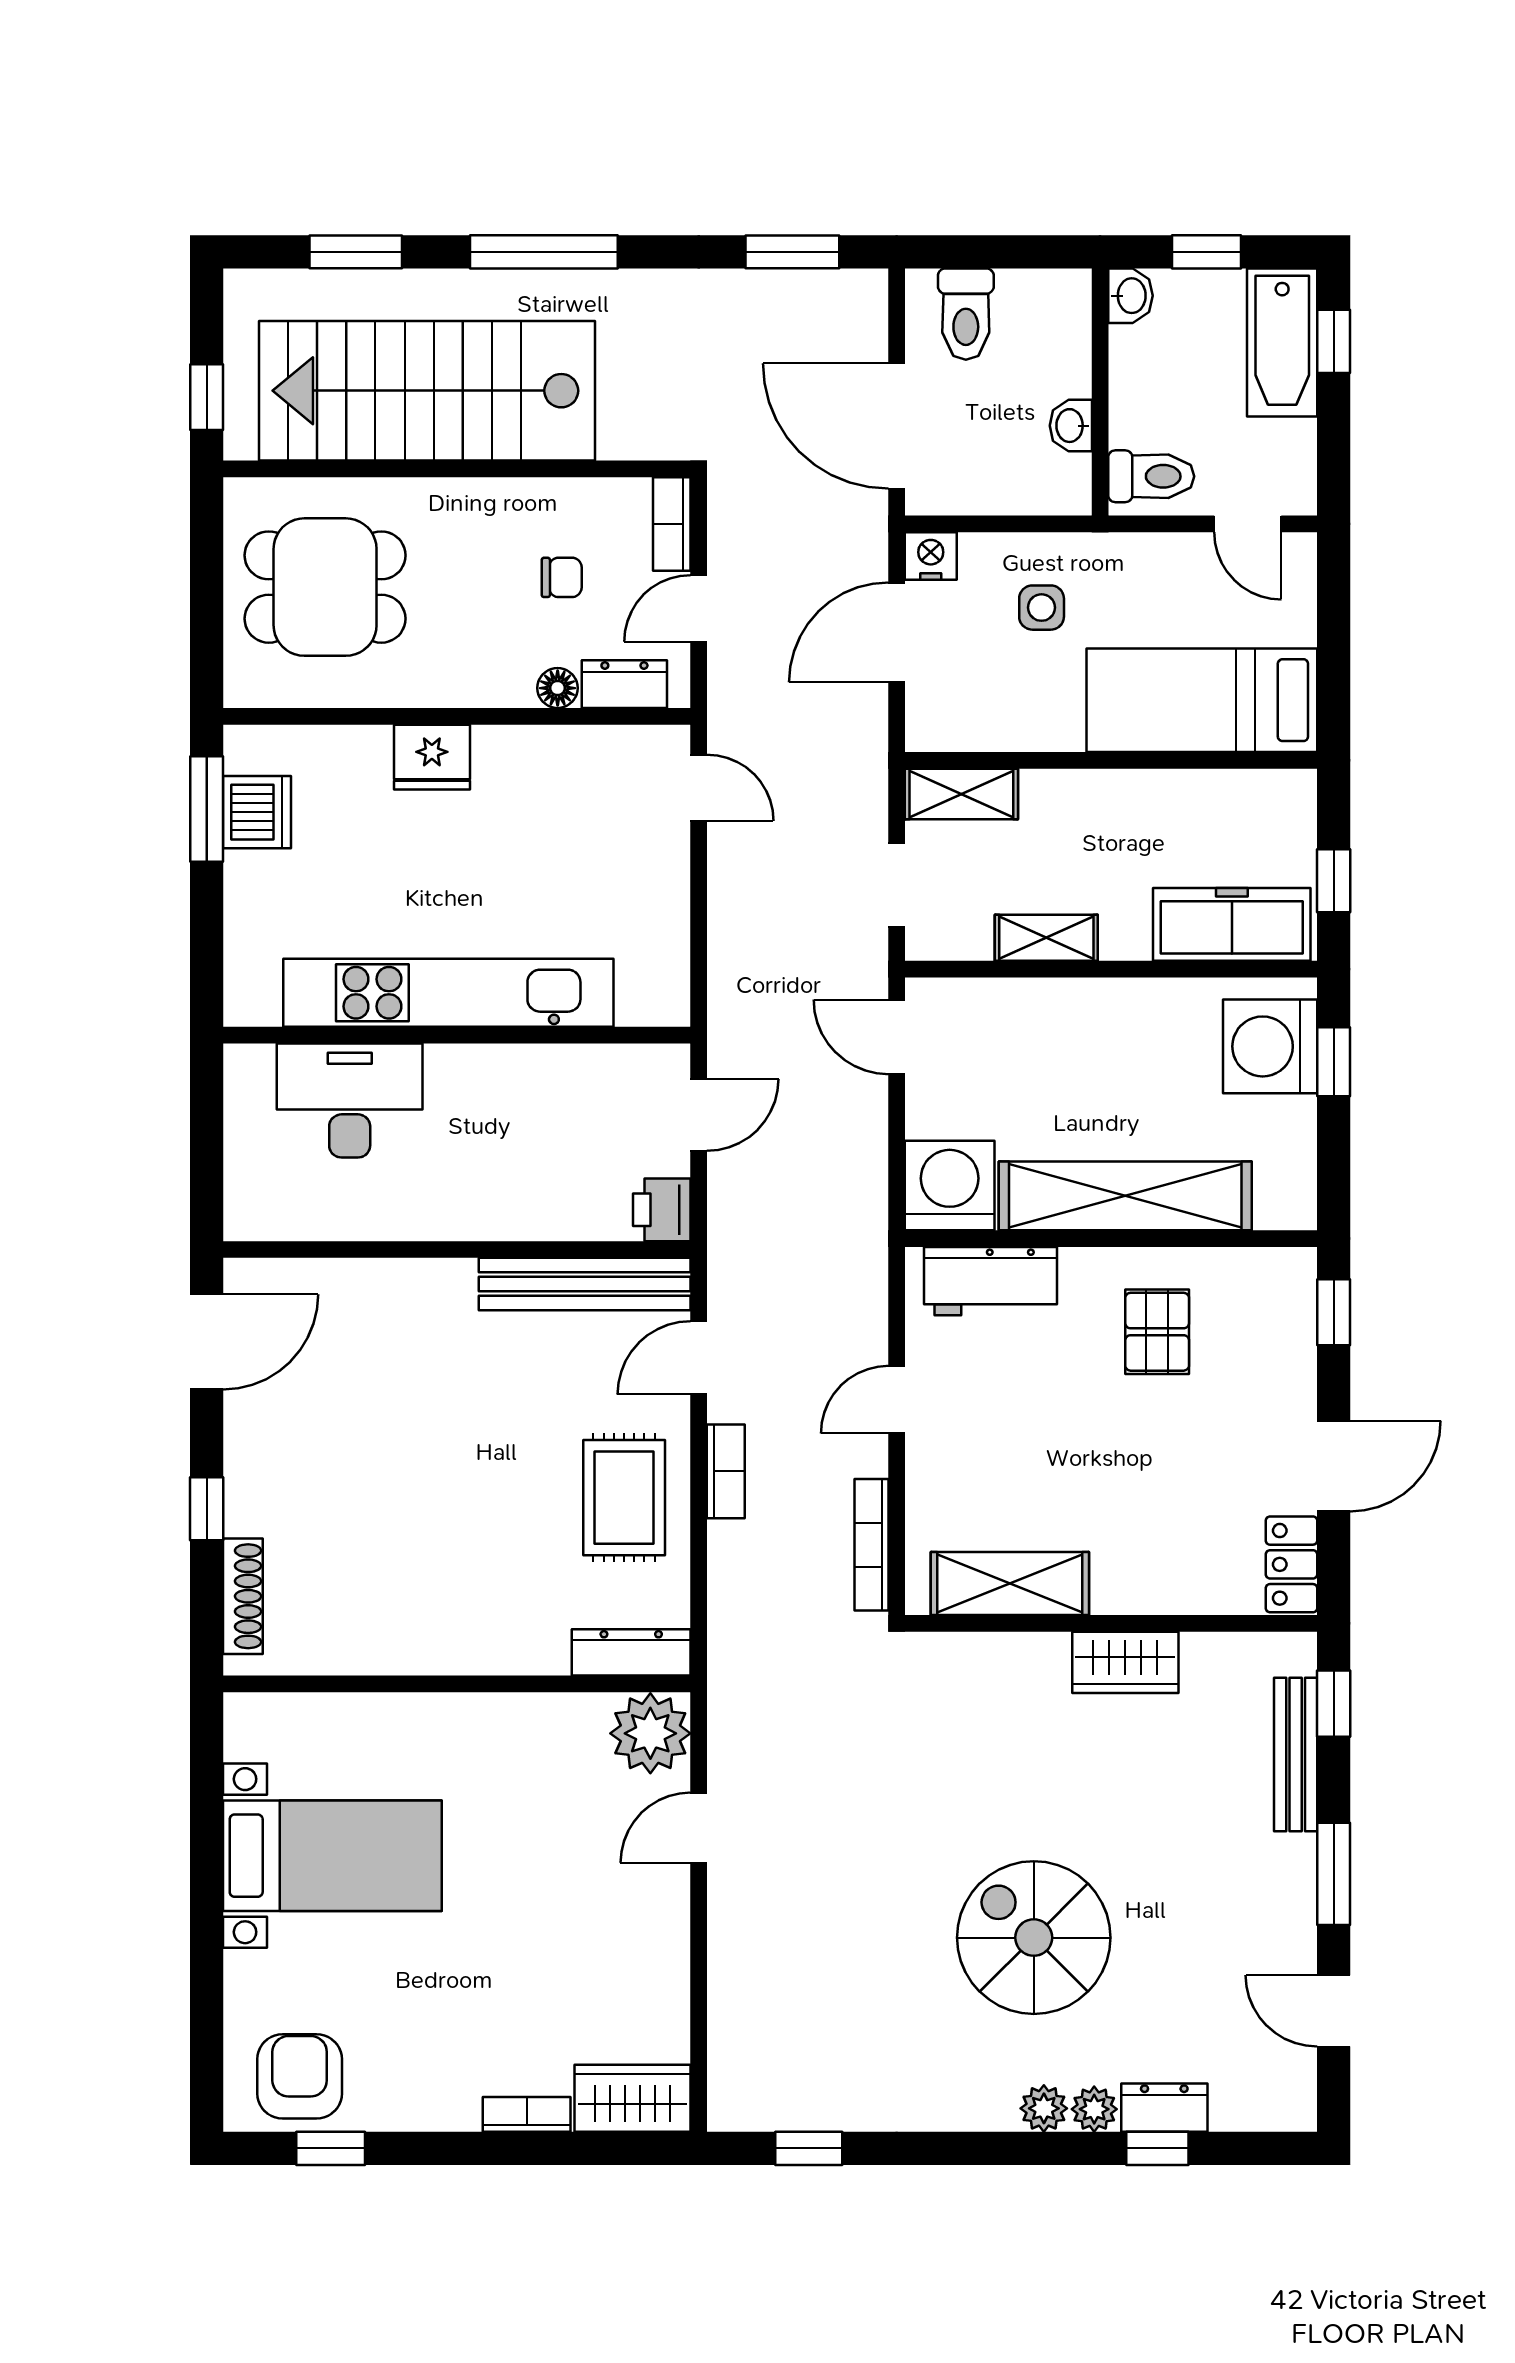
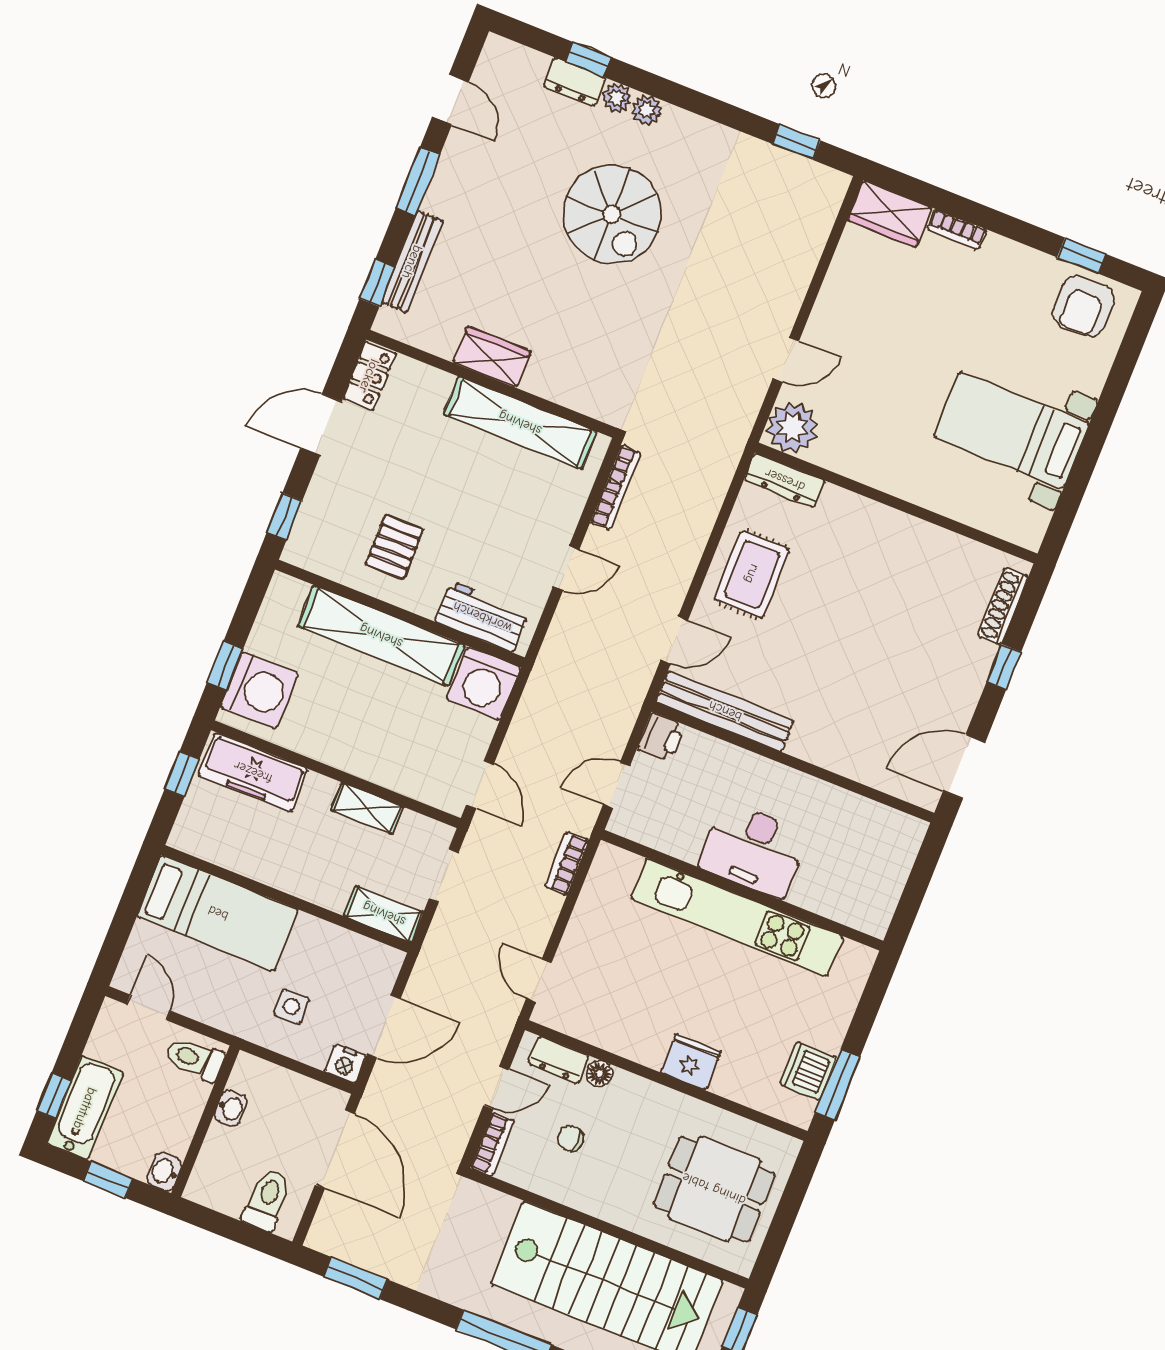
desk: (350, 1100) -> (753, 849), moved
bookcase: (726, 1471) -> (567, 863), moved
shelving: (1010, 1583) -> (520, 423), width x1.47

